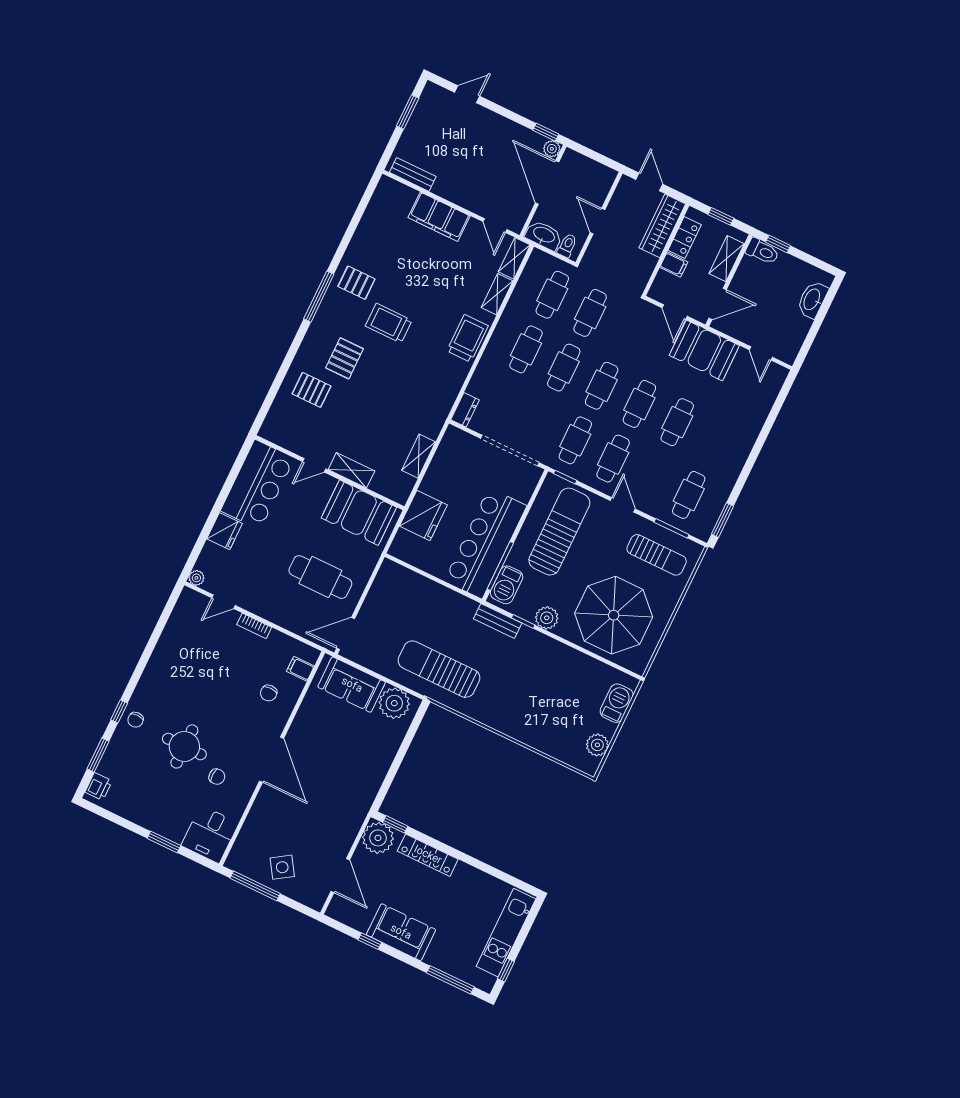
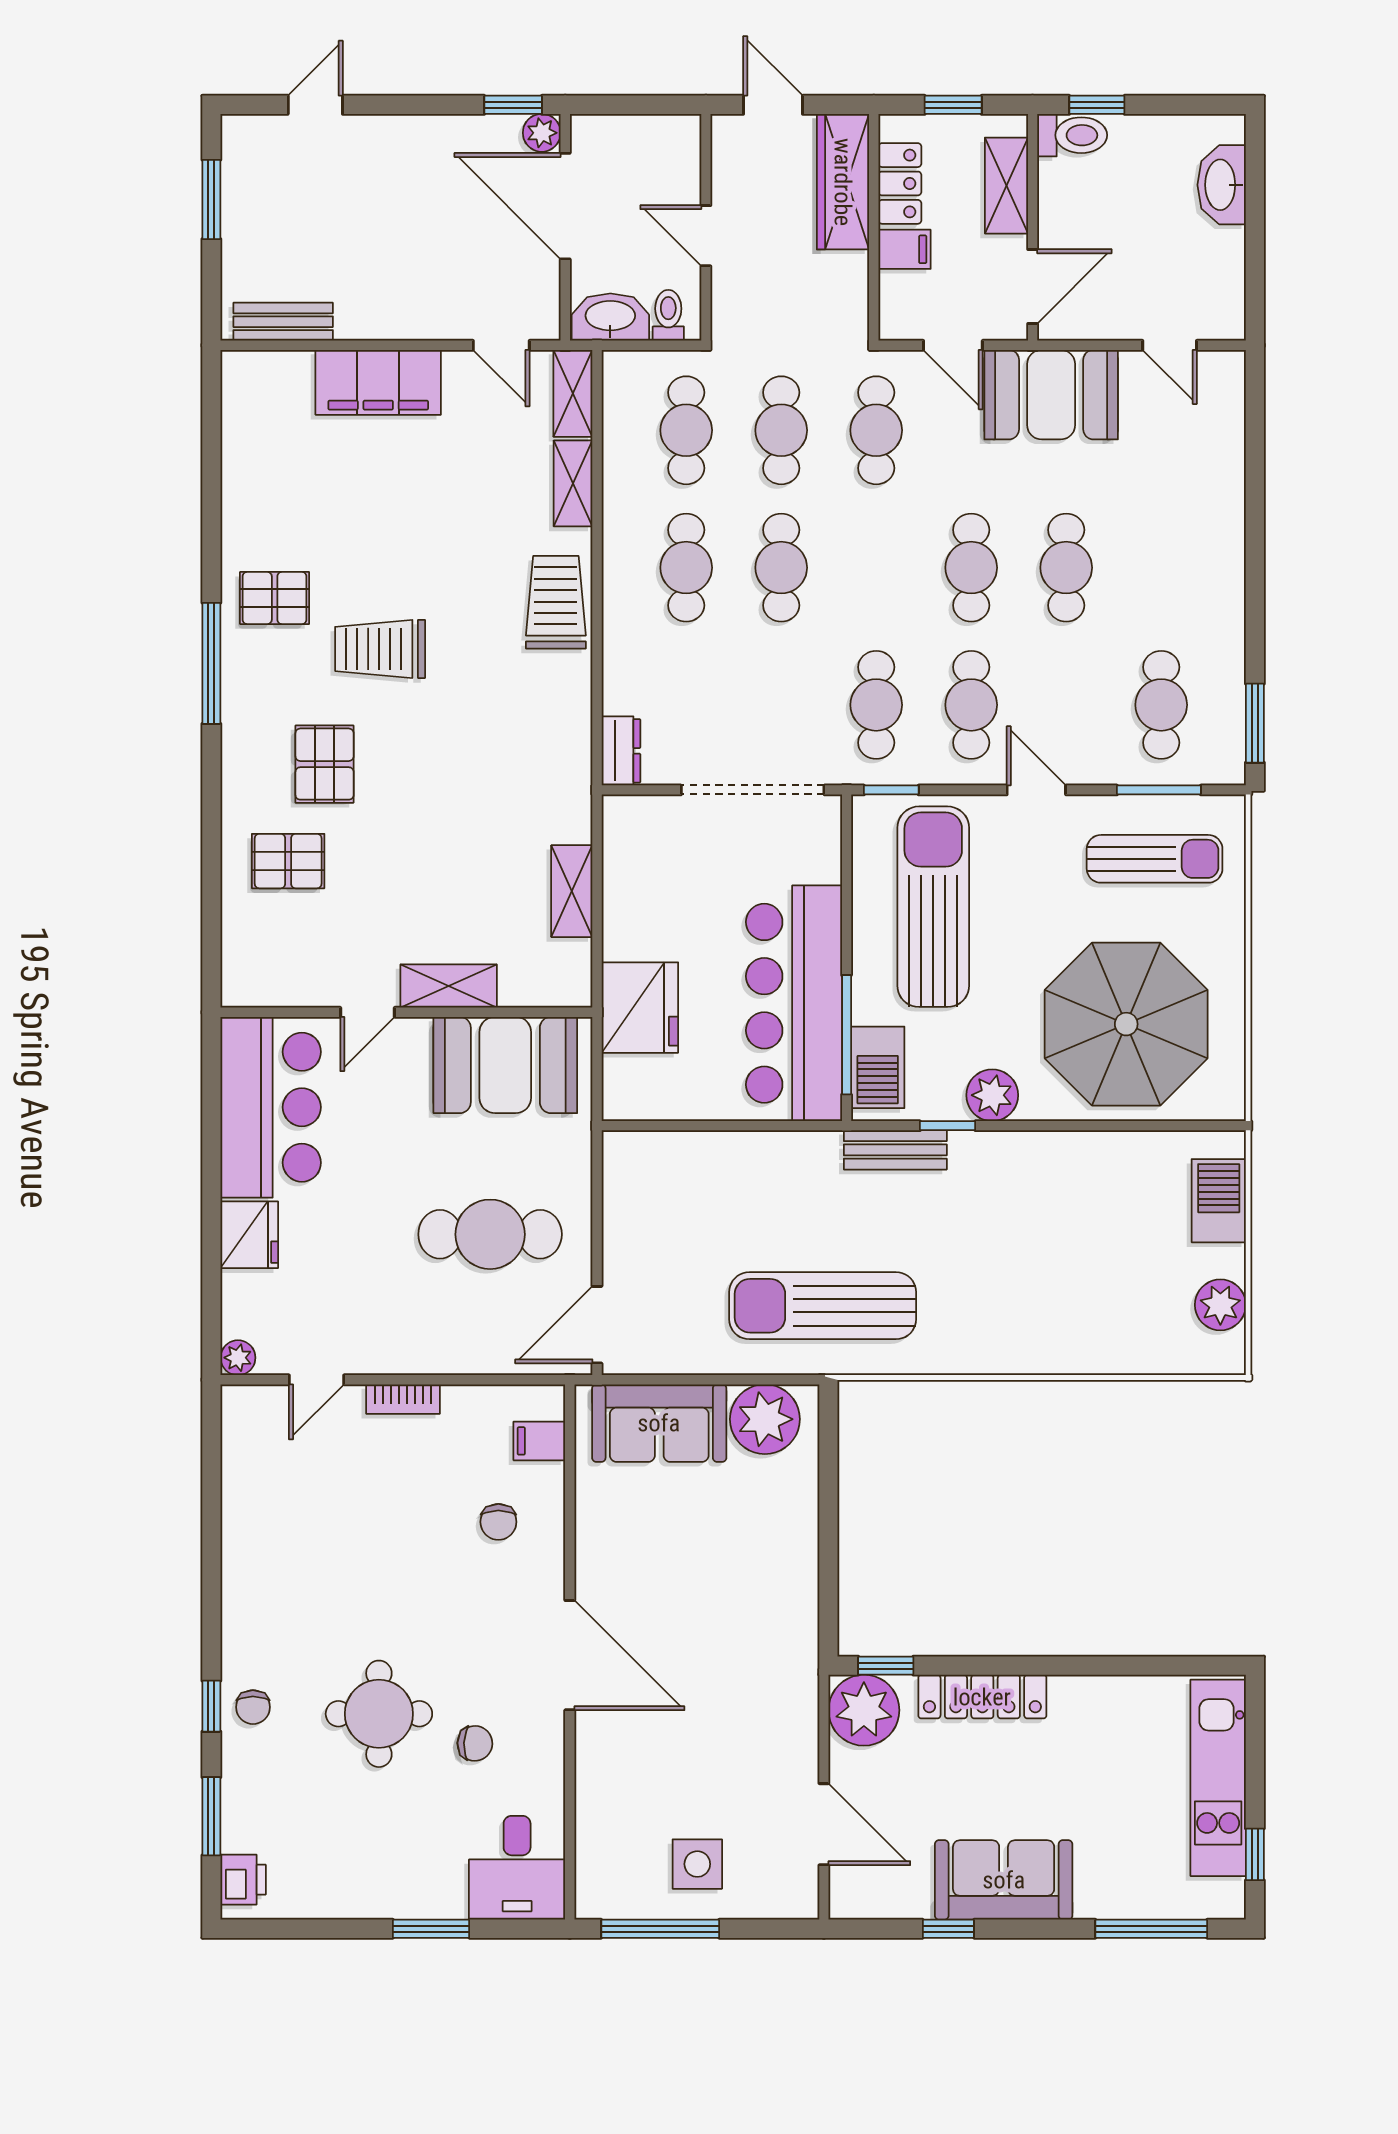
cafe table: (602, 386) -> (876, 430), moved
side table: (282, 867) -> (697, 1864), turned 33

